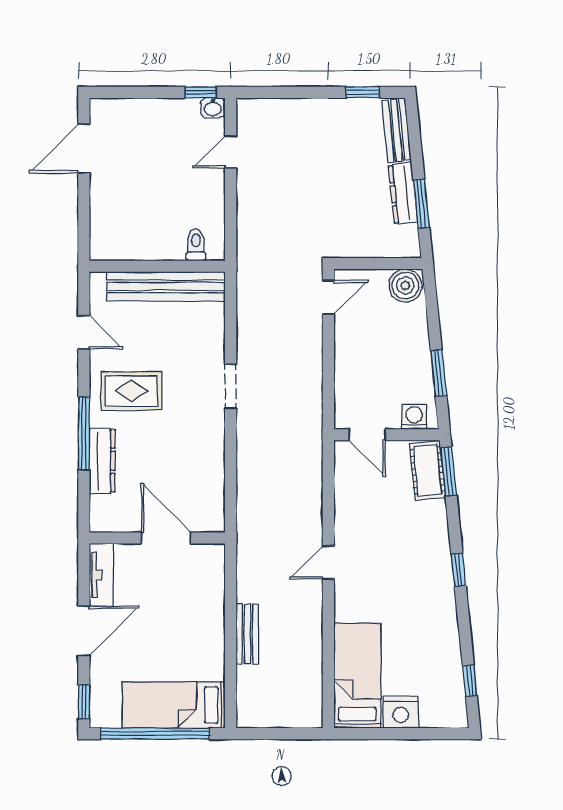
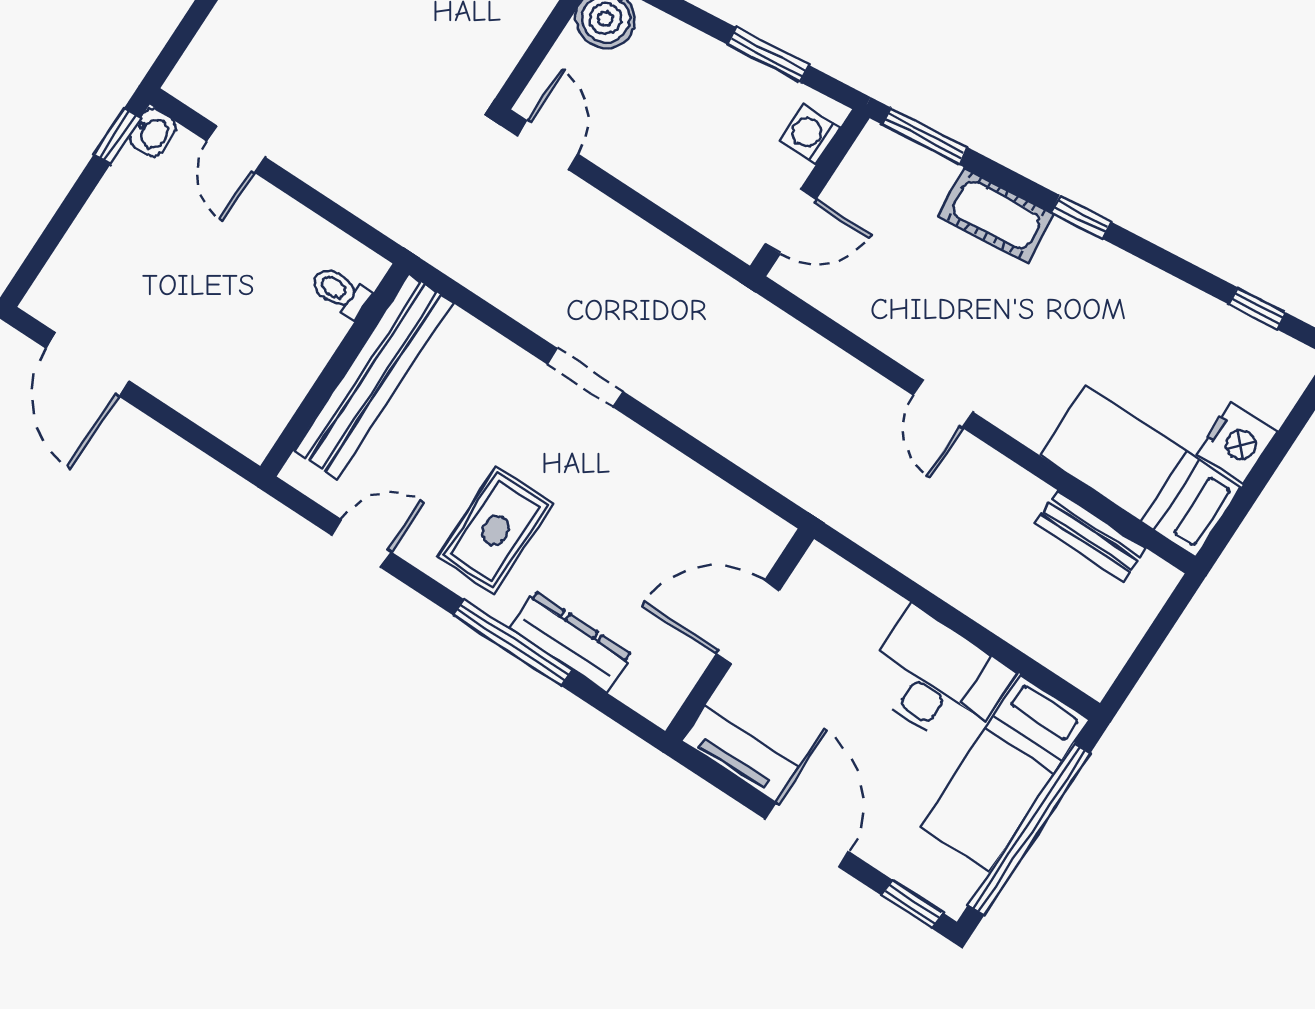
cot: (427, 471) -> (996, 215), moved
bench: (247, 634) -> (1090, 536), moved
desk: (197, 644) -> (937, 679), added

